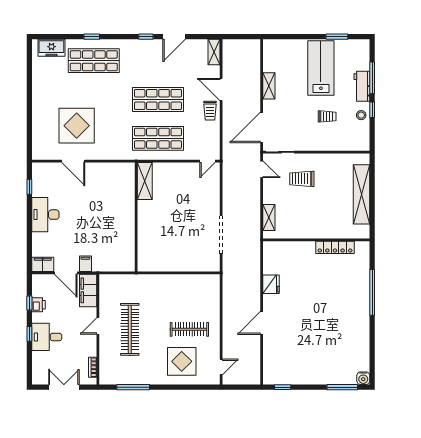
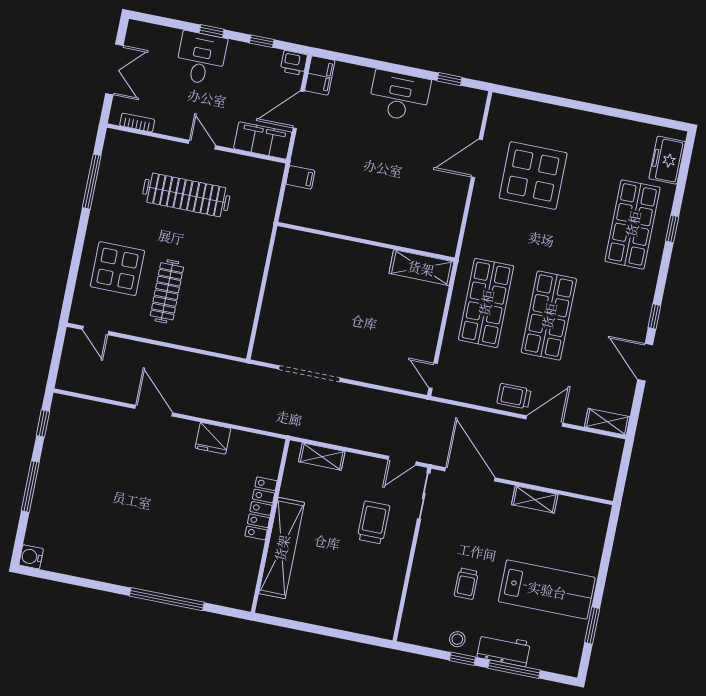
shelving: (362, 194) -> (282, 548), moved, turned 90
locker: (335, 247) -> (261, 508), moved
filing cabinet: (85, 264) -> (300, 177), moved
printer: (38, 305) -> (294, 63), moved
window: (342, 387) -> (30, 487), moved

